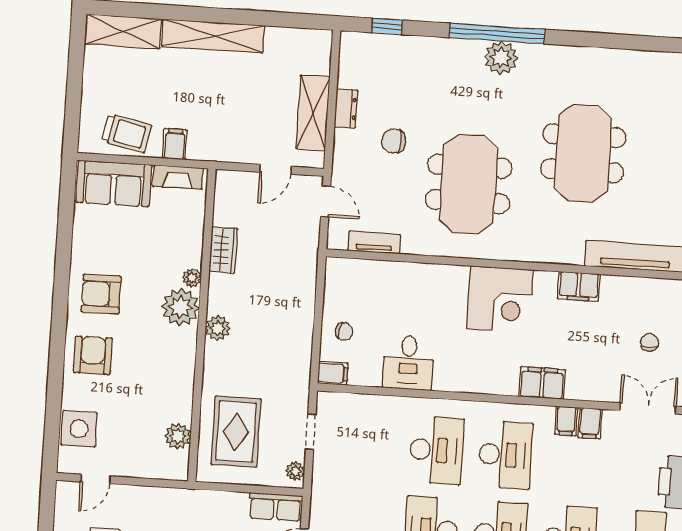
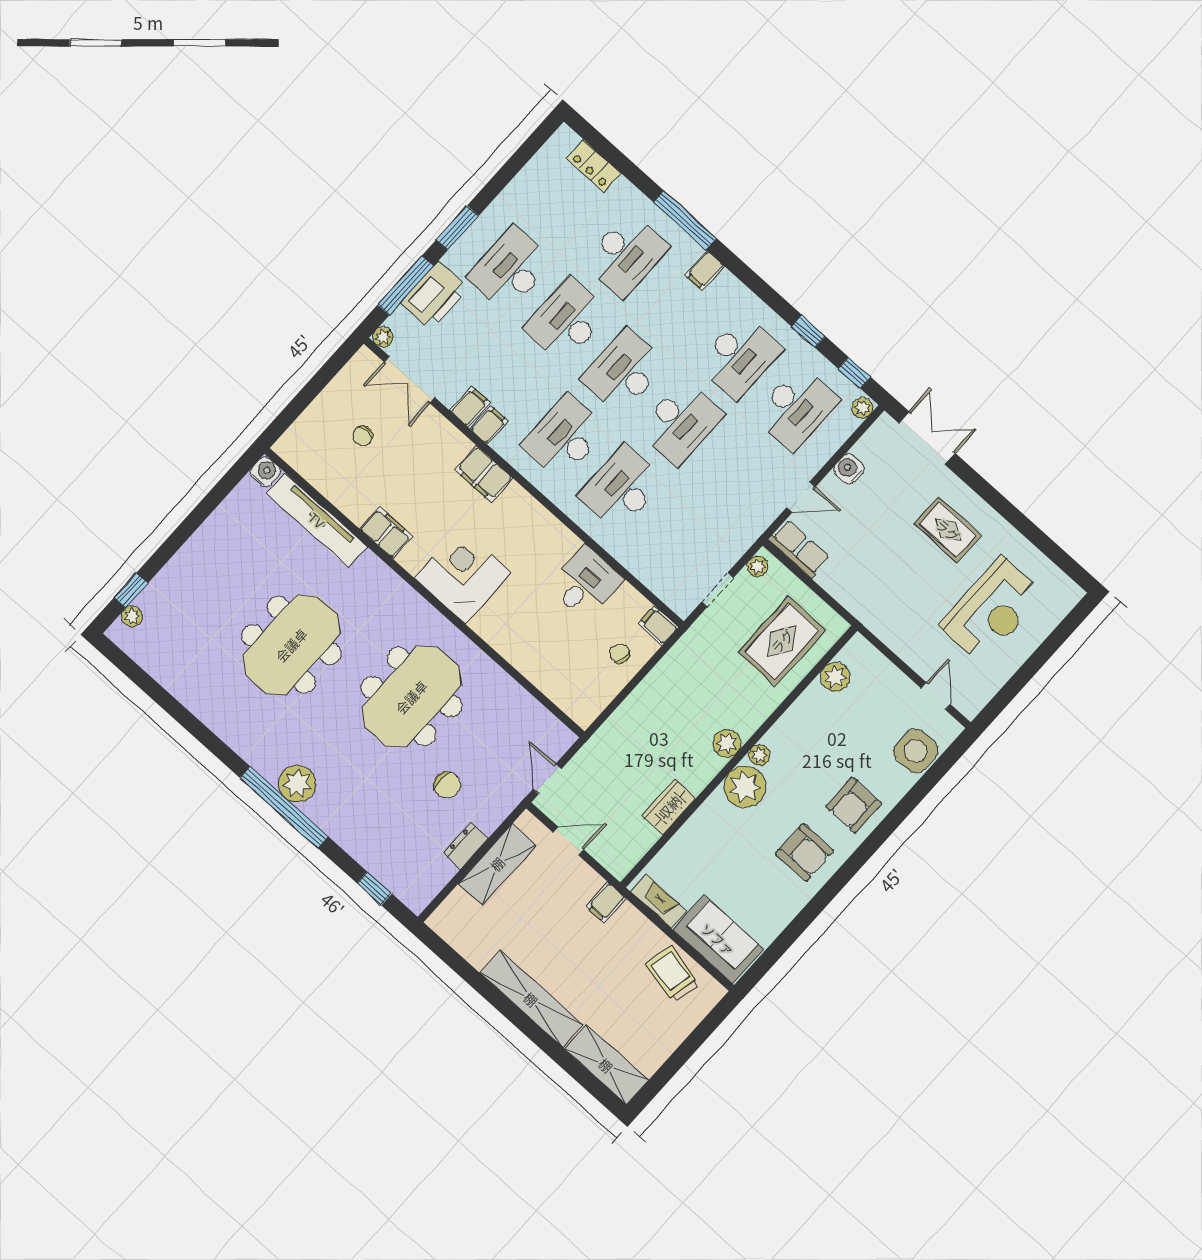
filing cabinet: (175, 144) -> (606, 902), moved
tv unit: (374, 243) -> (533, 710), removed
plant: (192, 278) -> (759, 755), moved
door: (95, 479) -> (936, 696), hinge flipped

